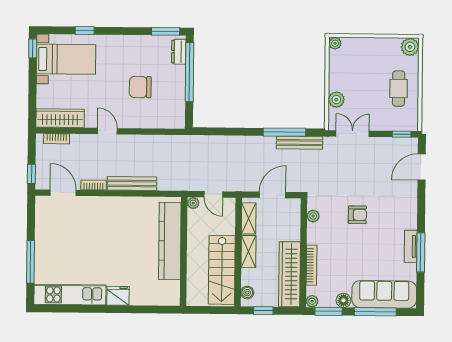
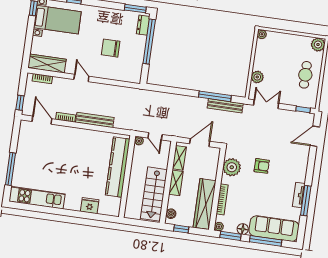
plant: (313, 216) -> (232, 167), width x1.88, depth x1.88
fridge: (118, 296) -> (90, 206), moved

